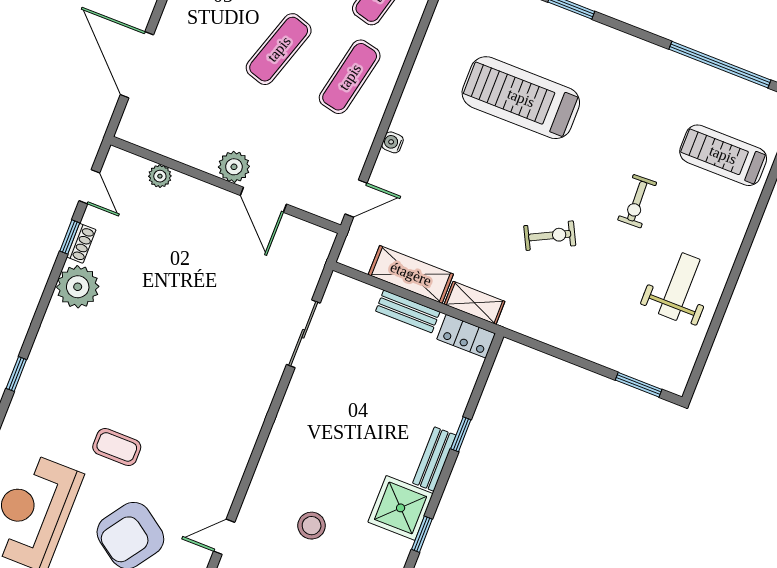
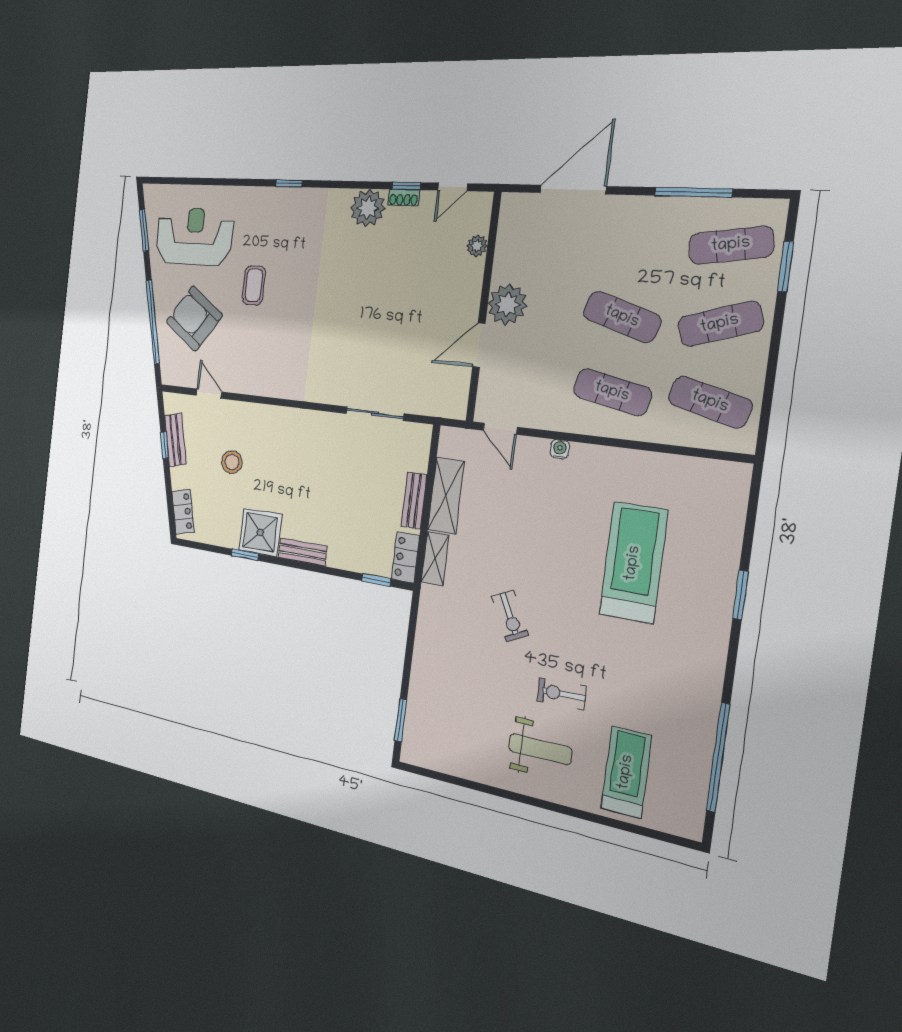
plant: (234, 167) -> (507, 304), width x1.36, depth x1.36
weight bench: (679, 287) -> (540, 749), moved
window: (461, 434) -> (376, 580), moved

